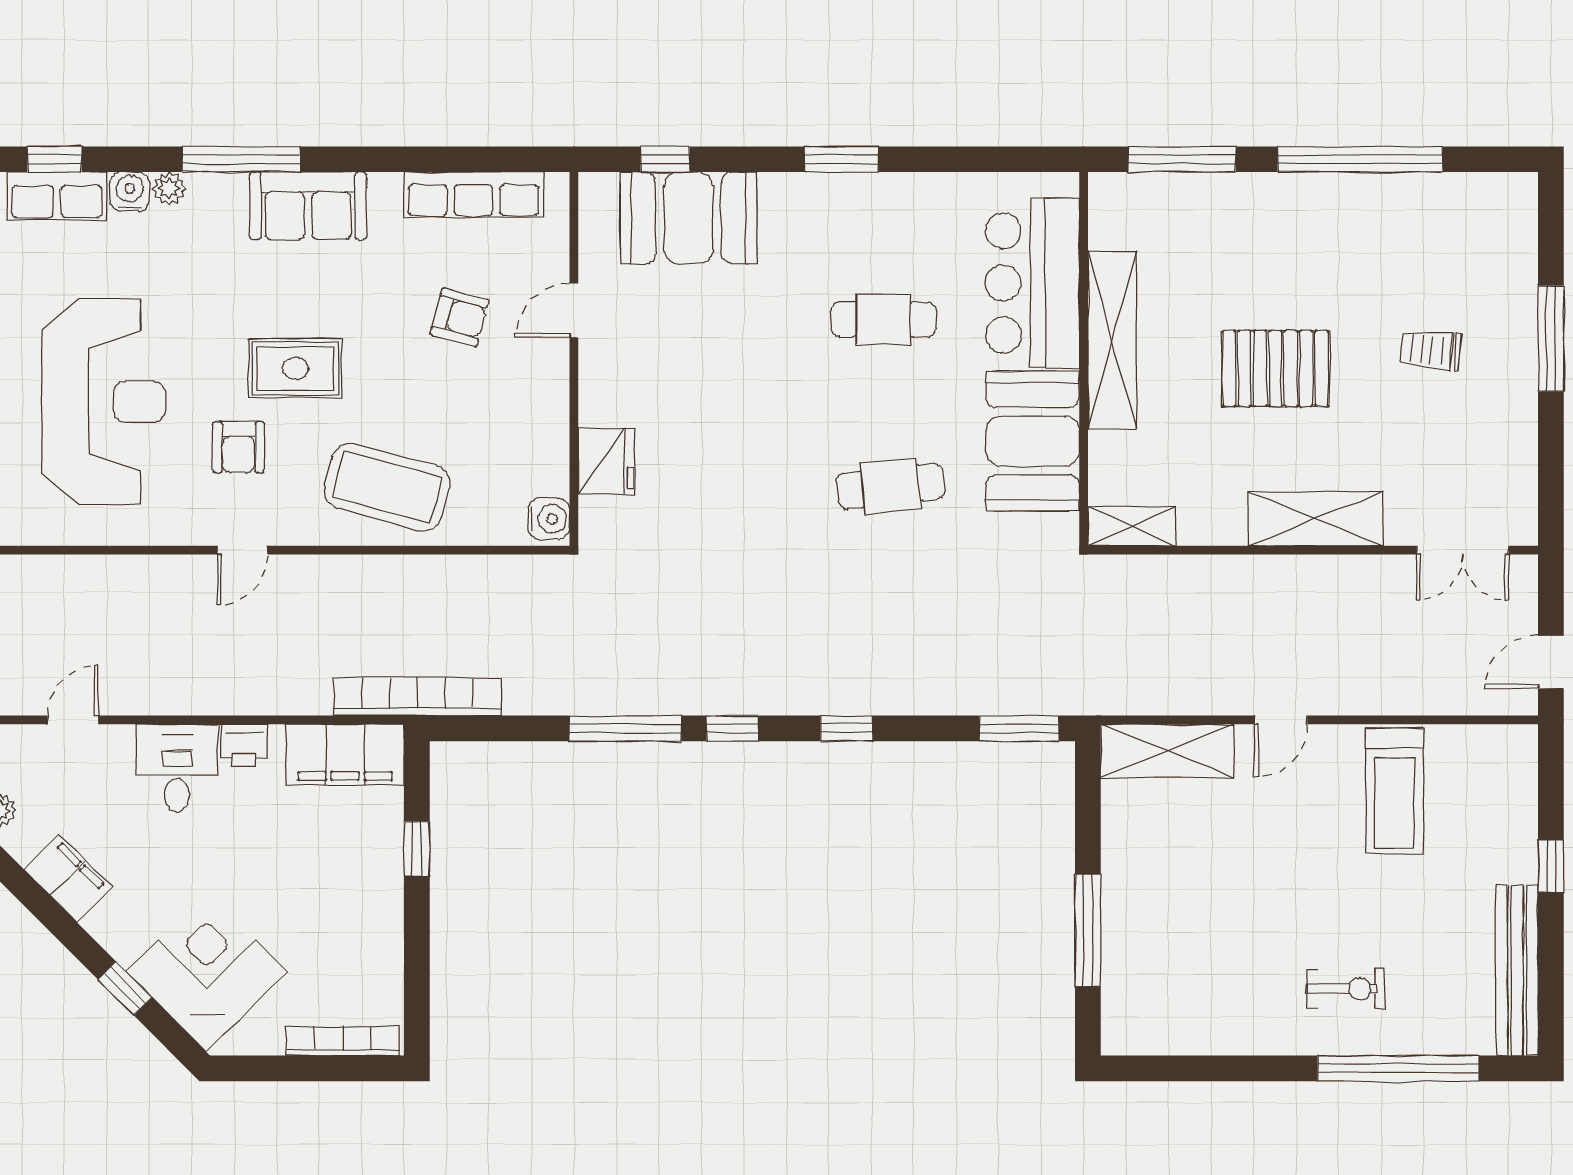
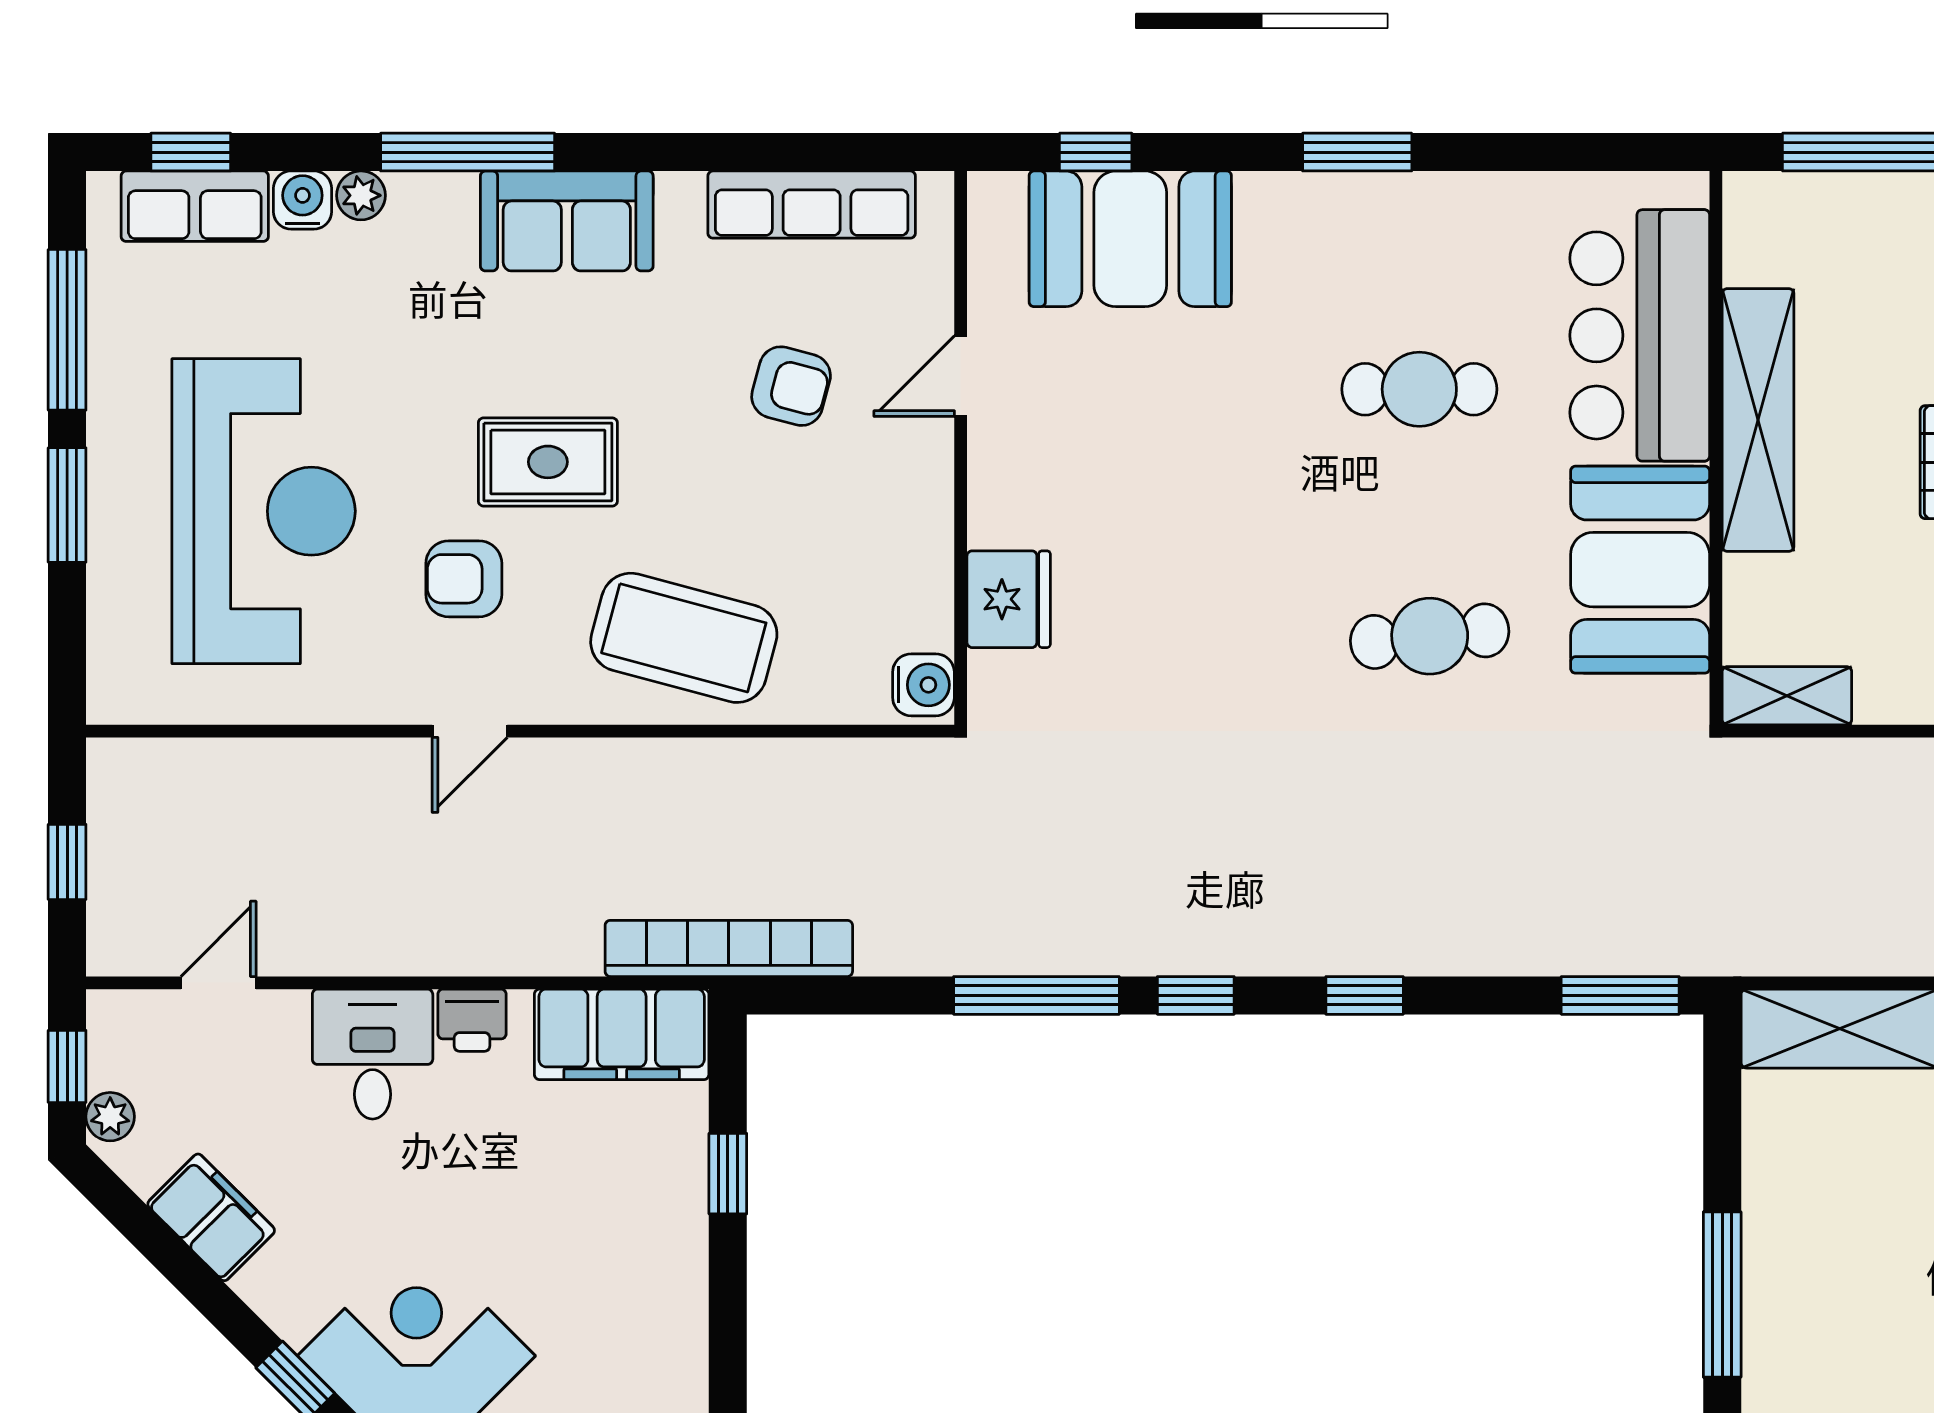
armchair: (239, 447) -> (464, 579), turned 90

